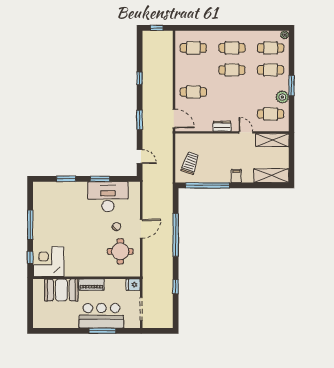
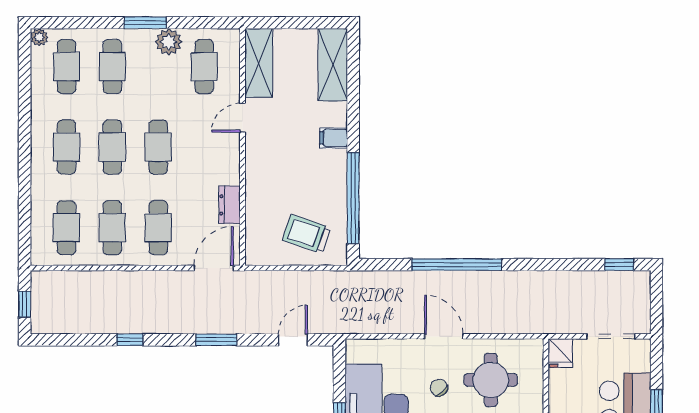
cafe table: (193, 70) -> (112, 228), added
cafe table: (232, 92) -> (158, 147), added
dresser: (222, 126) -> (230, 205), moved
window: (176, 287) -> (619, 265), moved

